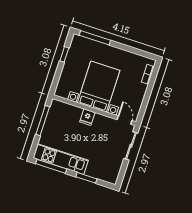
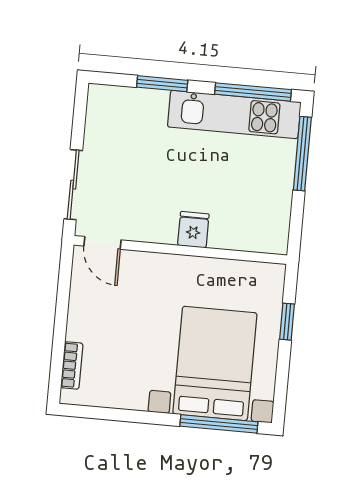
window: (64, 54) -> (287, 322), moved
bed with nightstands: (99, 87) -> (215, 363), moved, turned 180
window: (43, 121) -> (302, 154), moved

